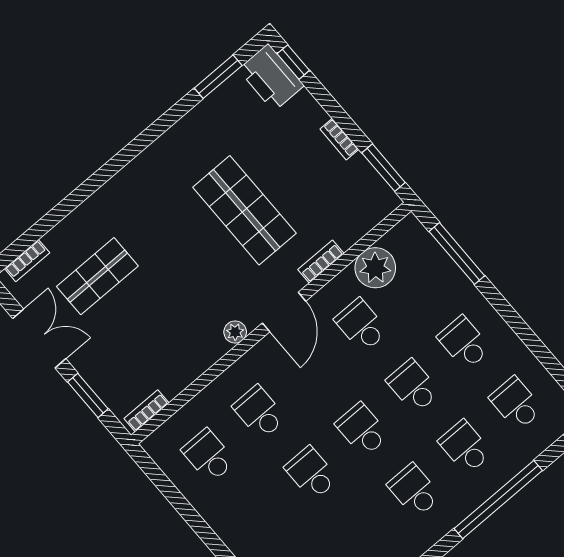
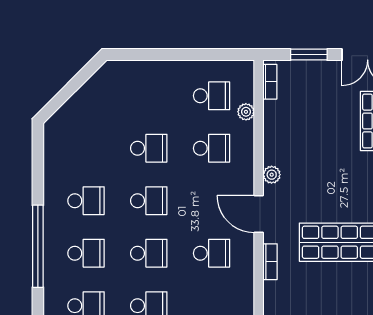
plant: (375, 268) -> (246, 112), moved, width x0.53, depth x0.53

